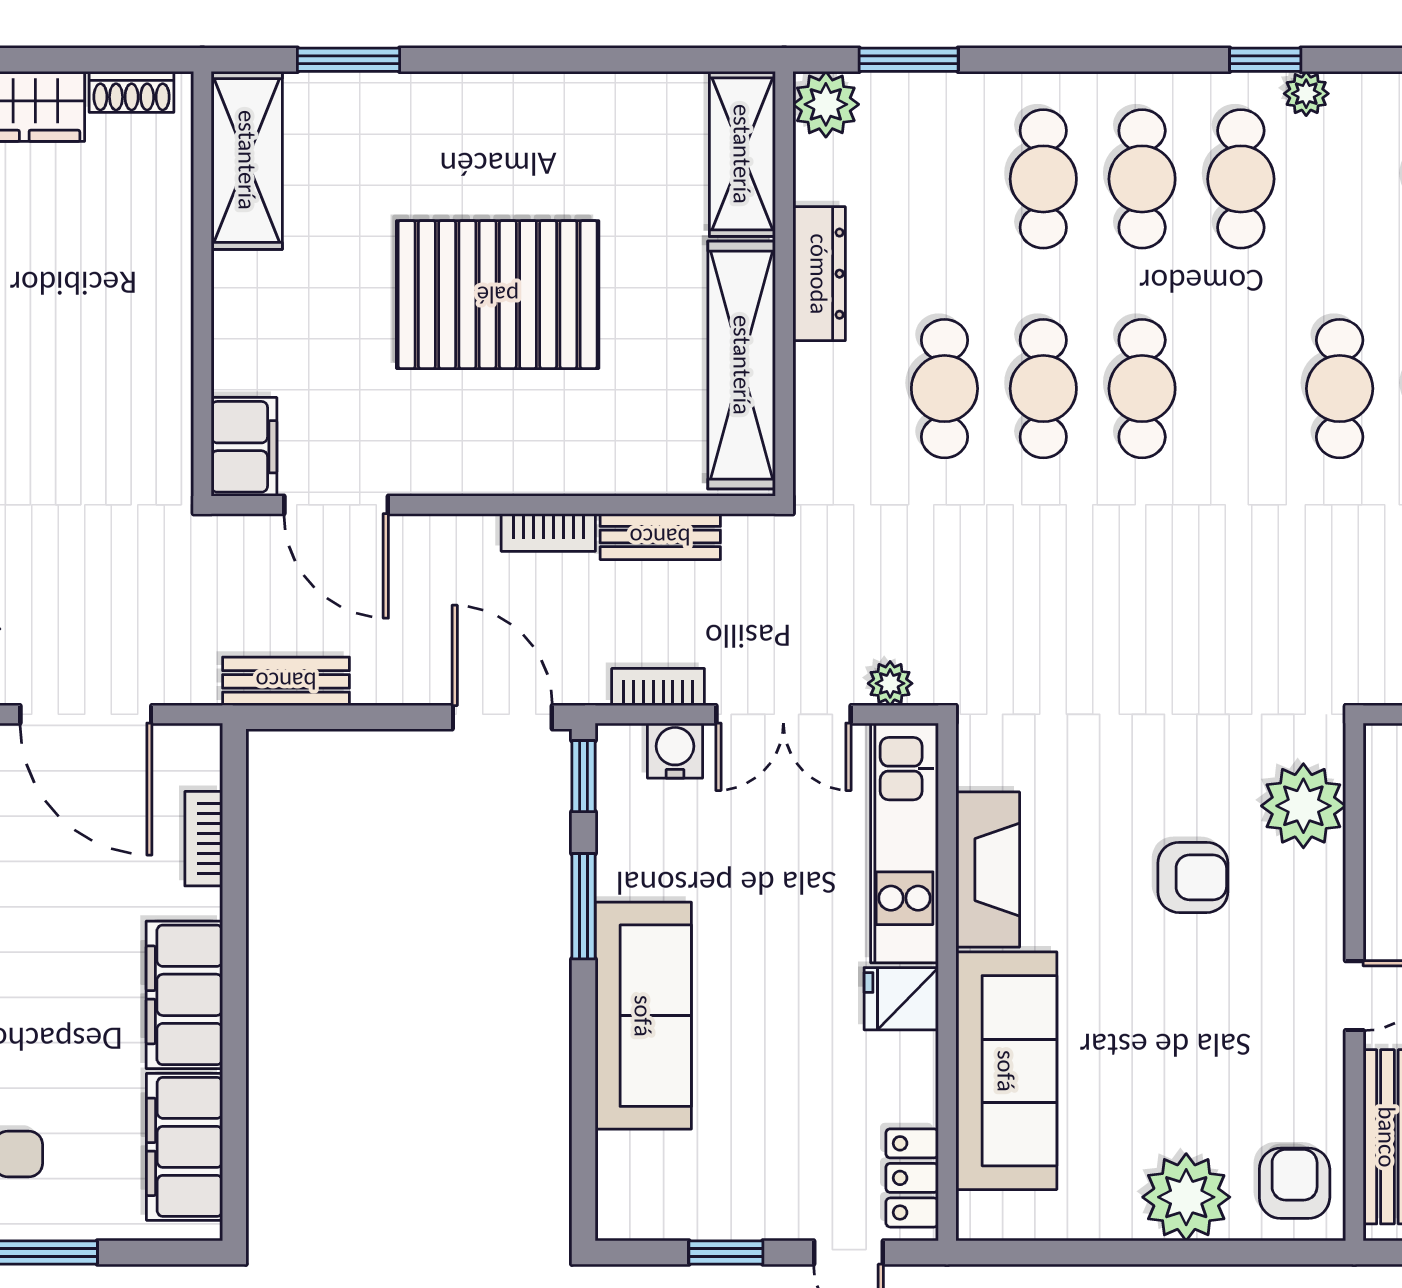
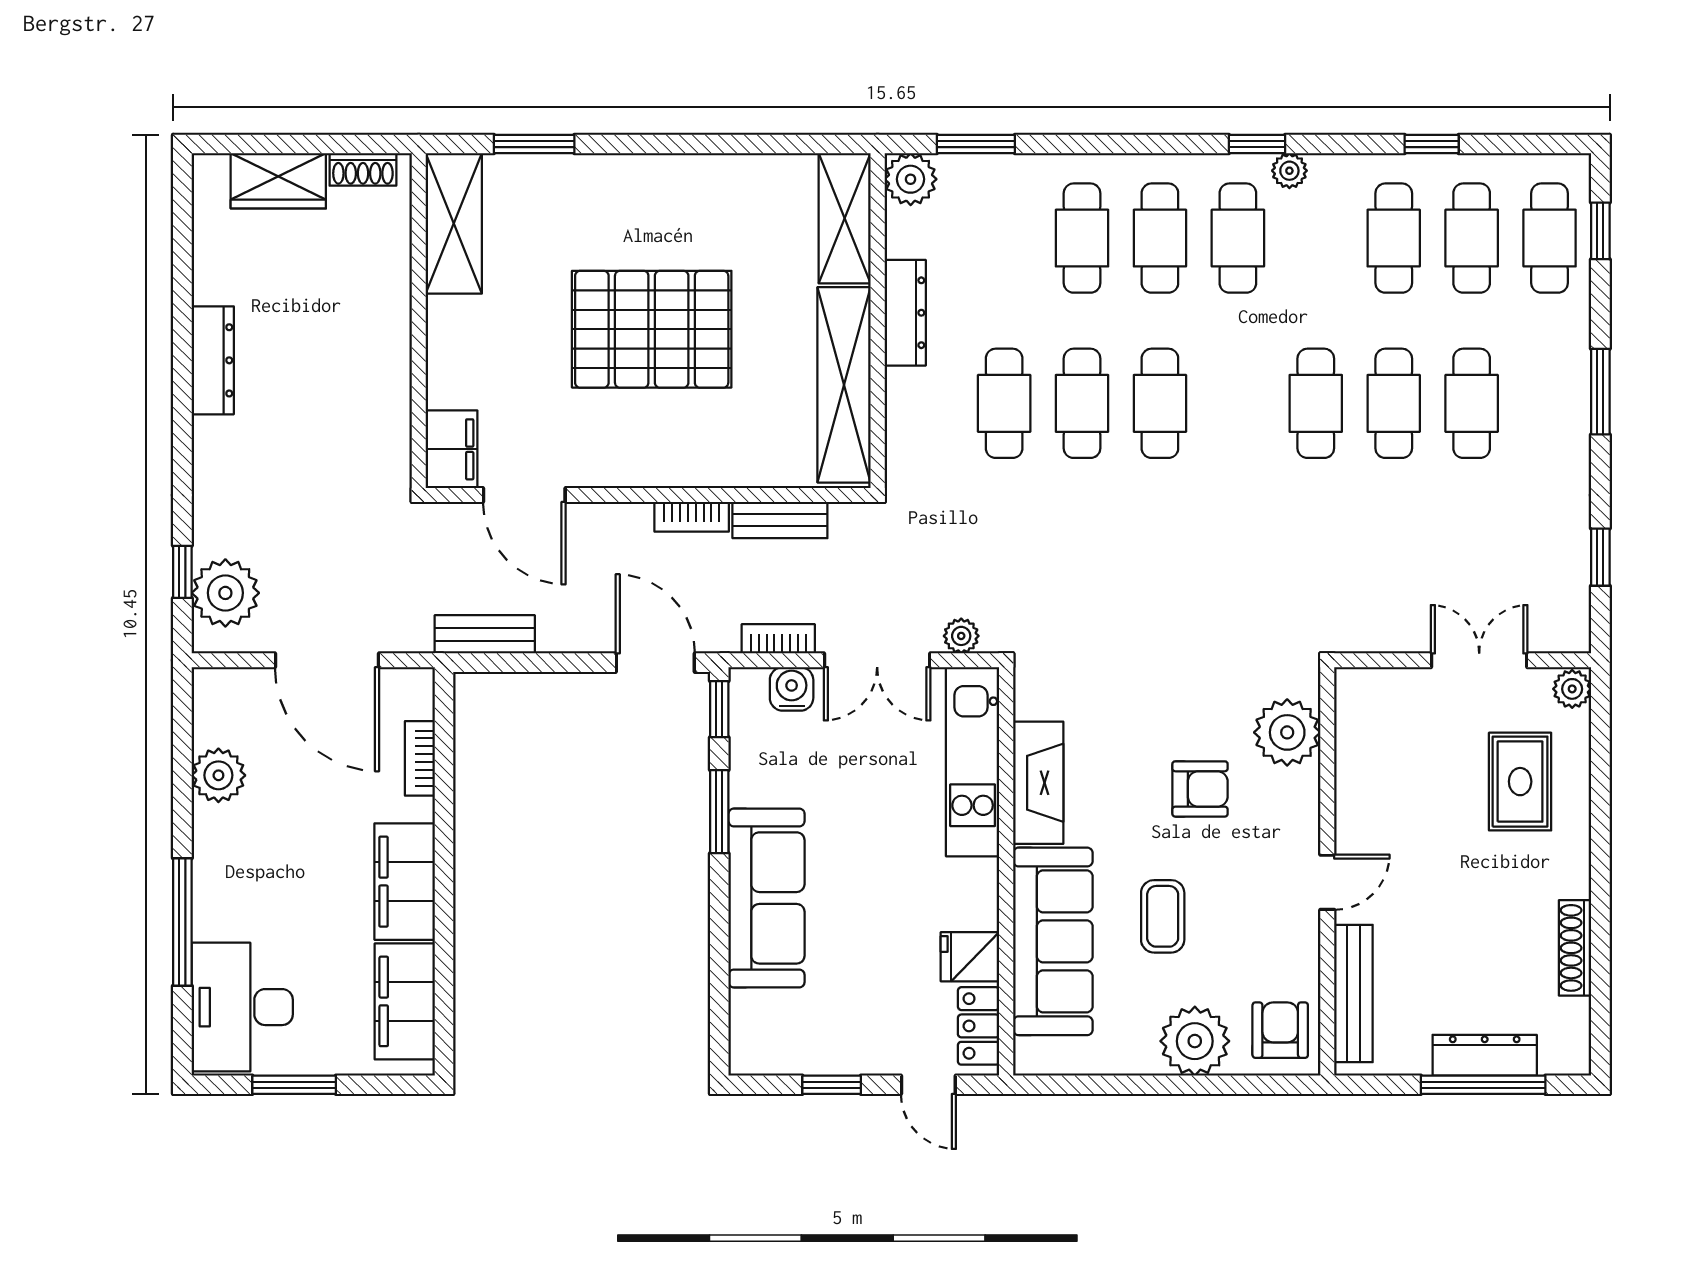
fridge: (901, 999) -> (970, 957), moved
coffee table: (1146, 1039) -> (1163, 916), added

